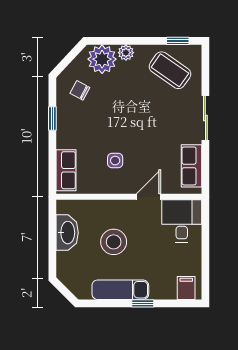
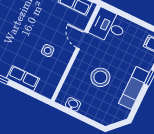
row of seats: (66, 170) -> (23, 78), moved
washbasin: (67, 233) -> (73, 104), width x0.52, depth x0.69

